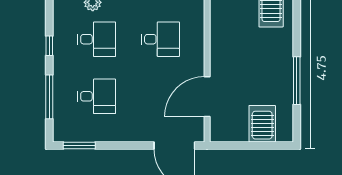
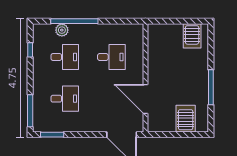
window: (49, 46) -> (30, 50), moved
window: (49, 97) -> (30, 111), moved
door: (207, 97) -> (145, 99), hinge flipped

